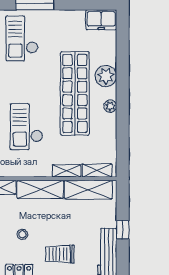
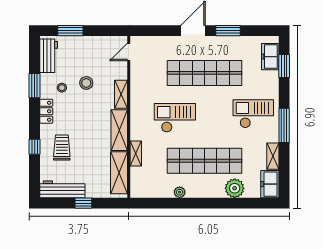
plant: (106, 76) -> (235, 188), moved
plant: (110, 106) -> (180, 192), moved
shelving: (97, 170) -> (273, 156), moved
stool: (22, 234) -> (79, 114), removed

